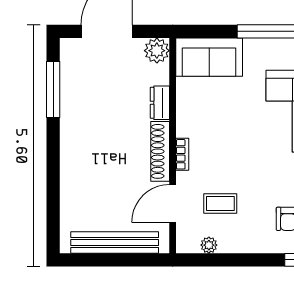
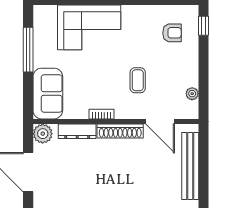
dresser: (160, 103) -> (77, 131), width x1.44
bookcase: (182, 154) -> (101, 114), moved
coffee table: (220, 204) -> (138, 80), moved

